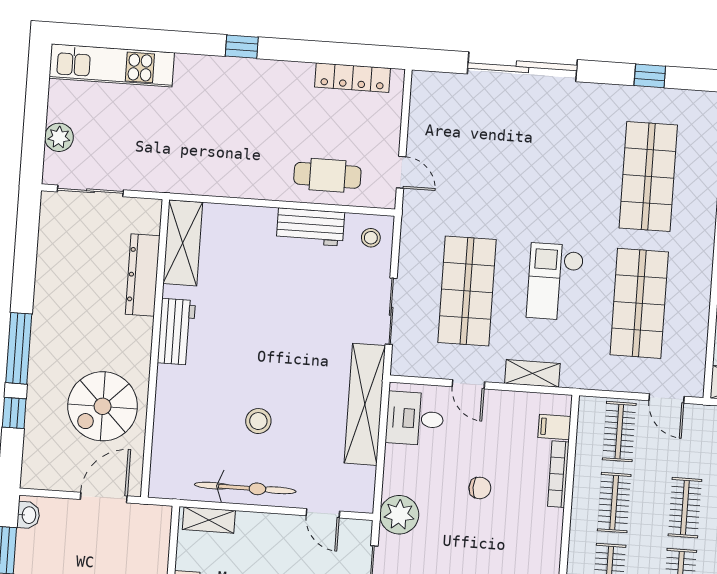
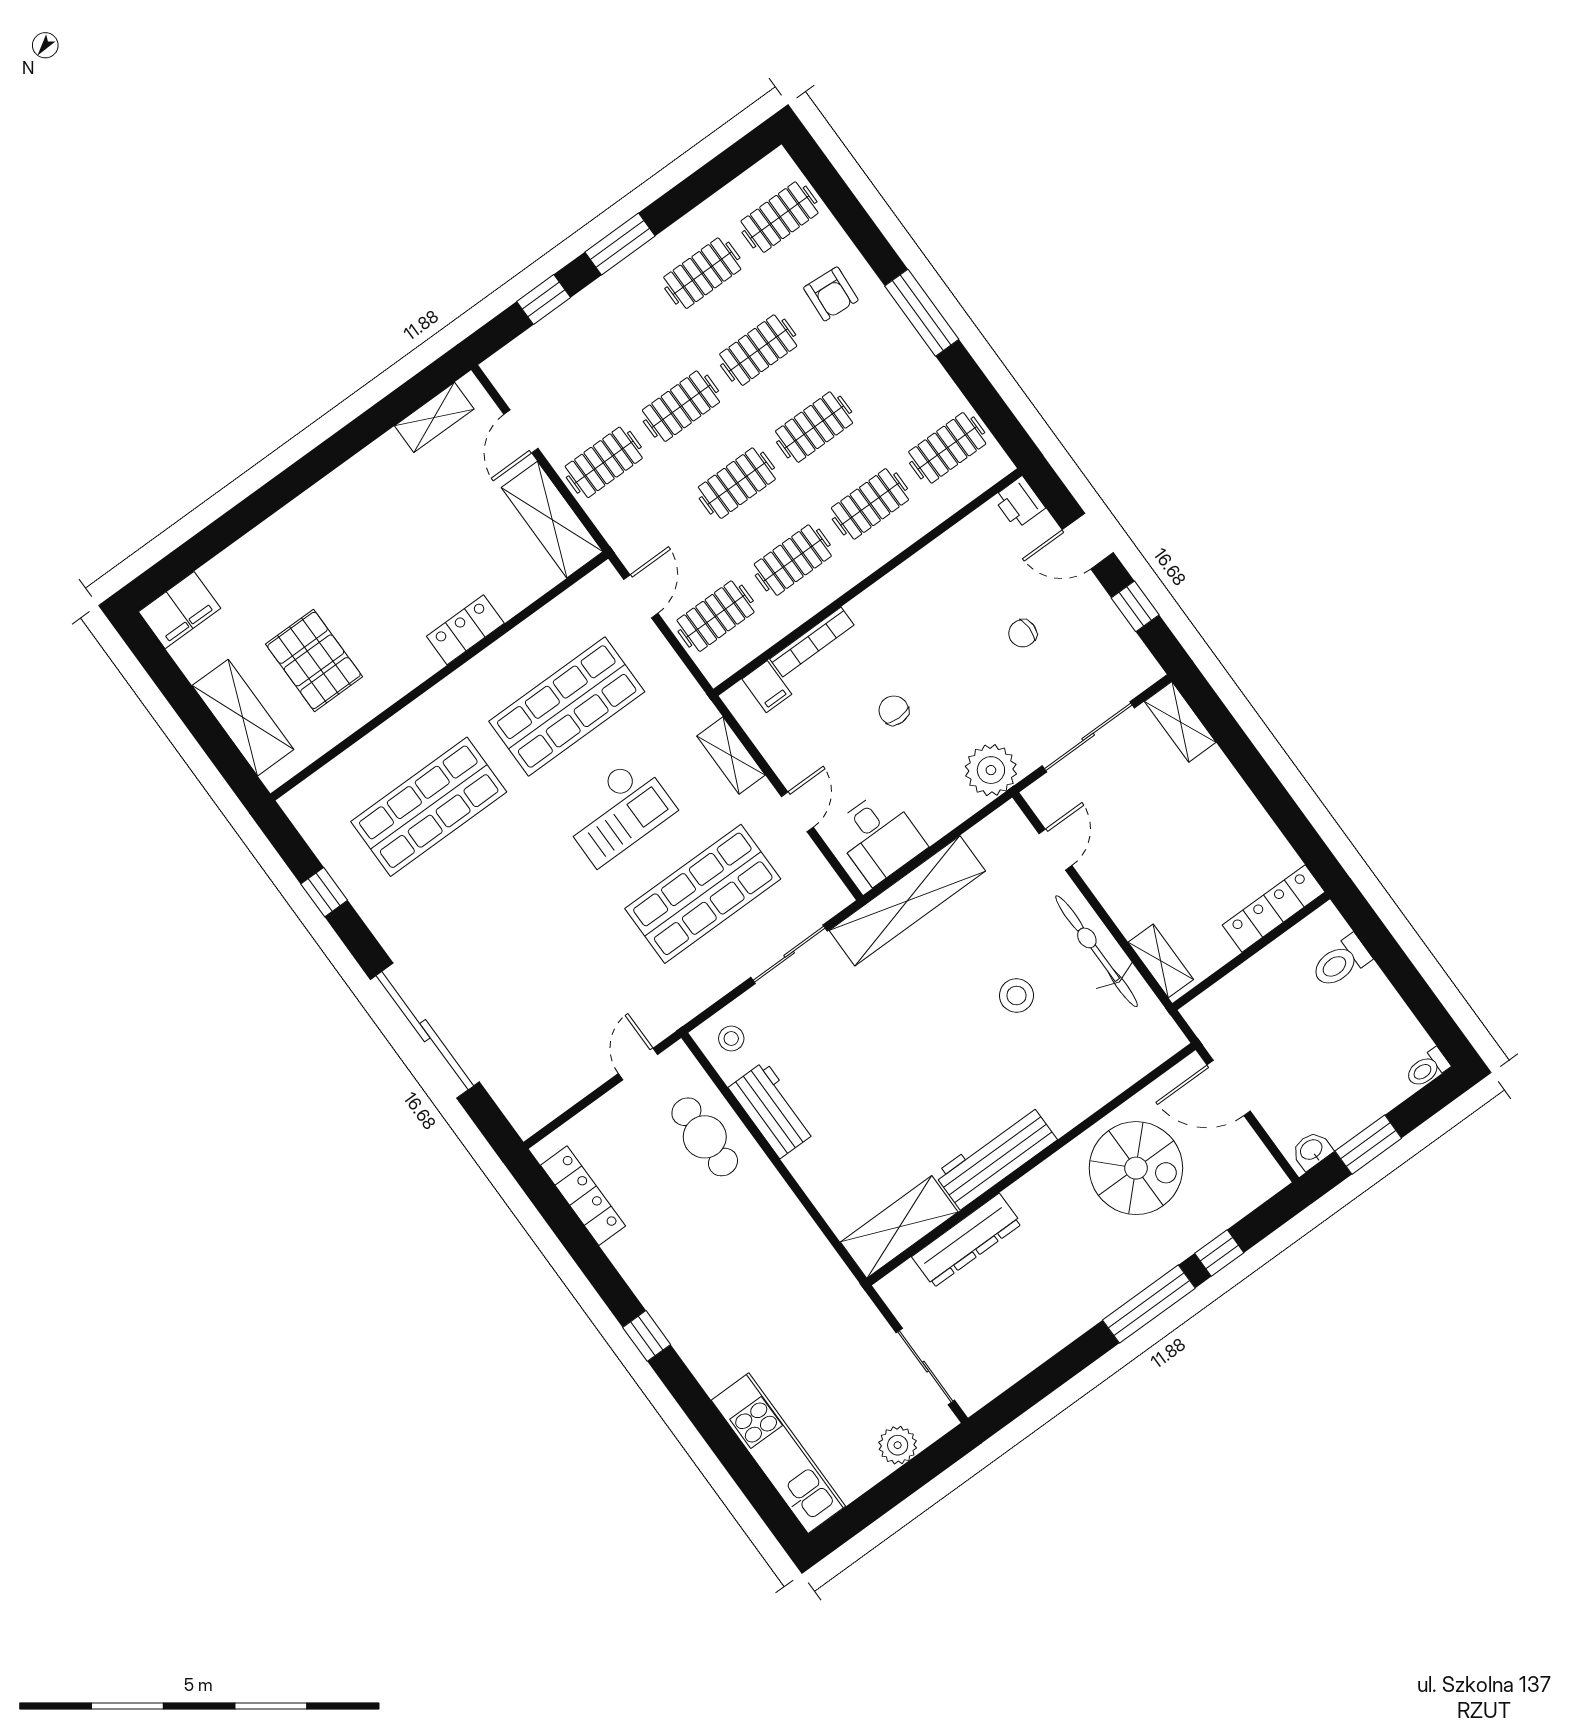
workbench: (176, 332) -> (996, 1157), width x1.38

